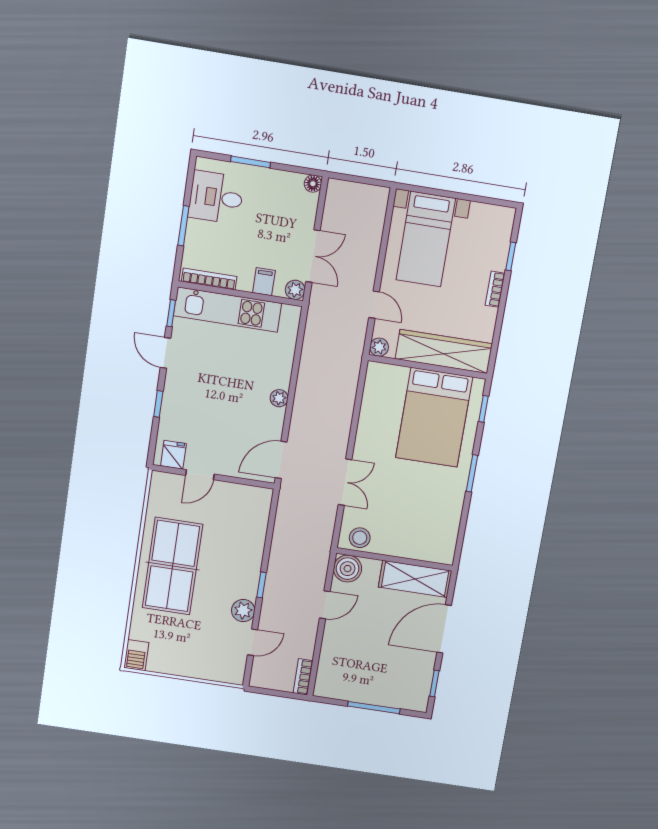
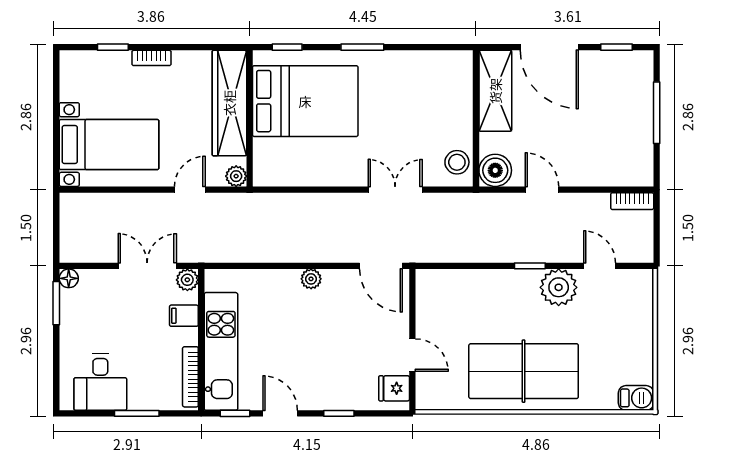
window: (251, 162) -> (56, 303), moved
door: (166, 353) -> (280, 413), swing flipped
plant: (243, 611) -> (559, 287), width x1.36, depth x1.36

